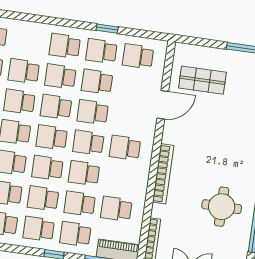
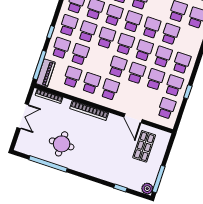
school desk: (84, 173) -> (91, 83), moved

